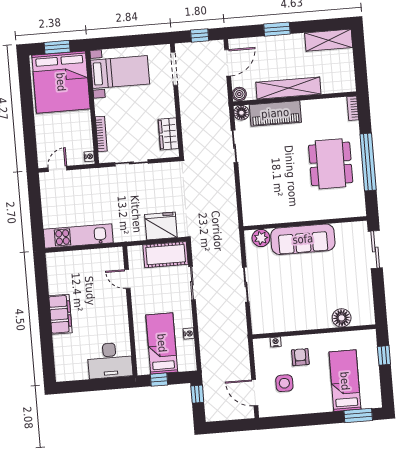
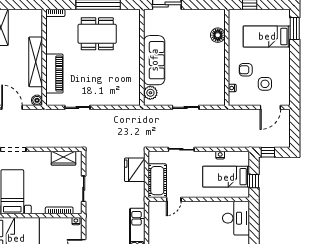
floor lamp: (241, 113) -> (52, 100), removed
cot: (166, 255) -> (157, 181), moved

